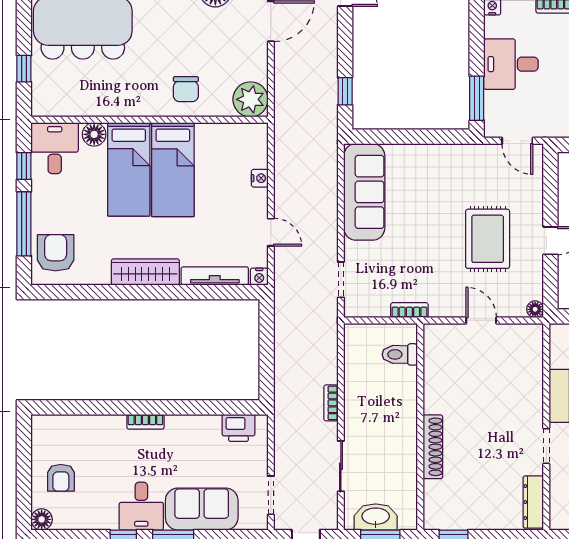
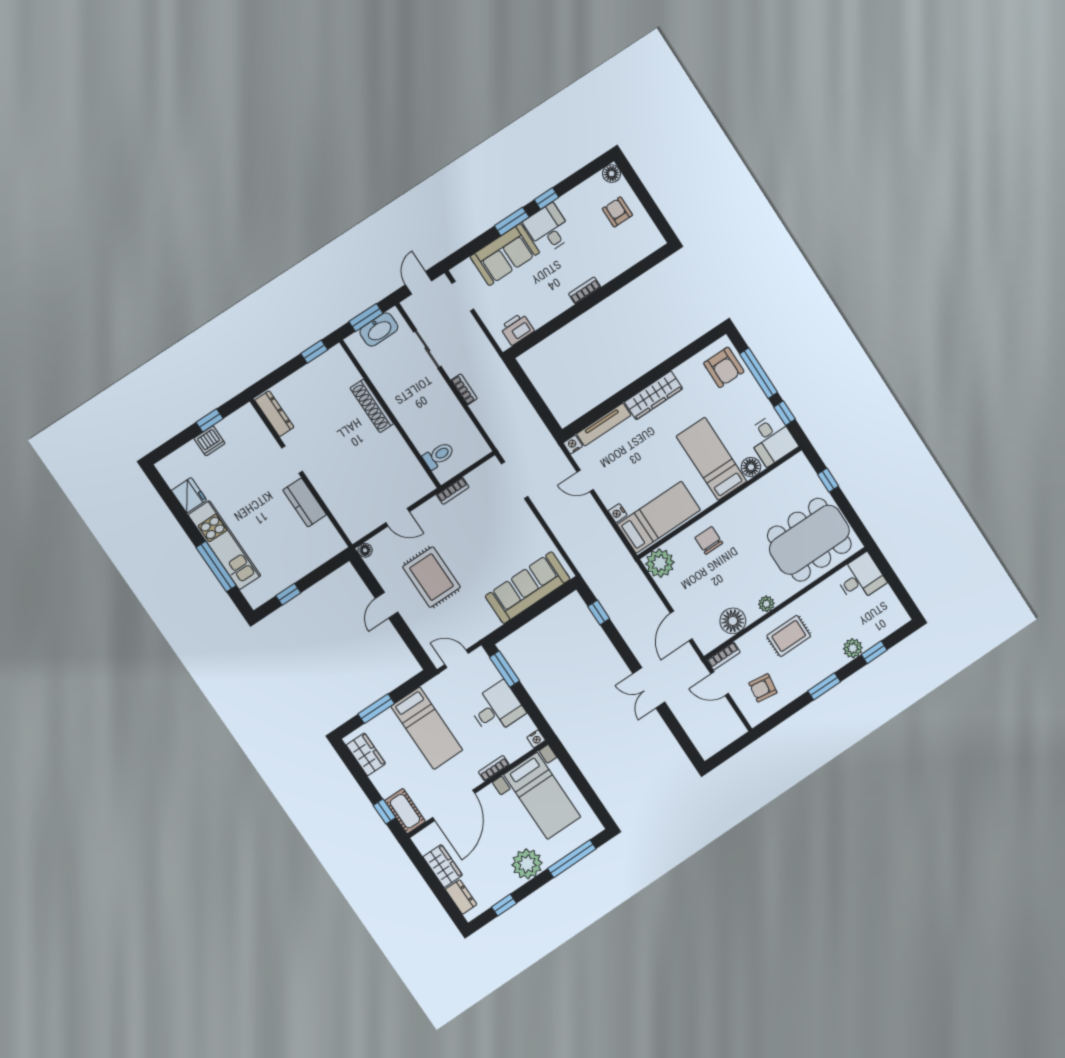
bed: (173, 170) -> (659, 517), moved, turned 90
sofa: (364, 192) -> (528, 588), moved, turned 90
doorway: (341, 280) -> (515, 480), width x1.38

